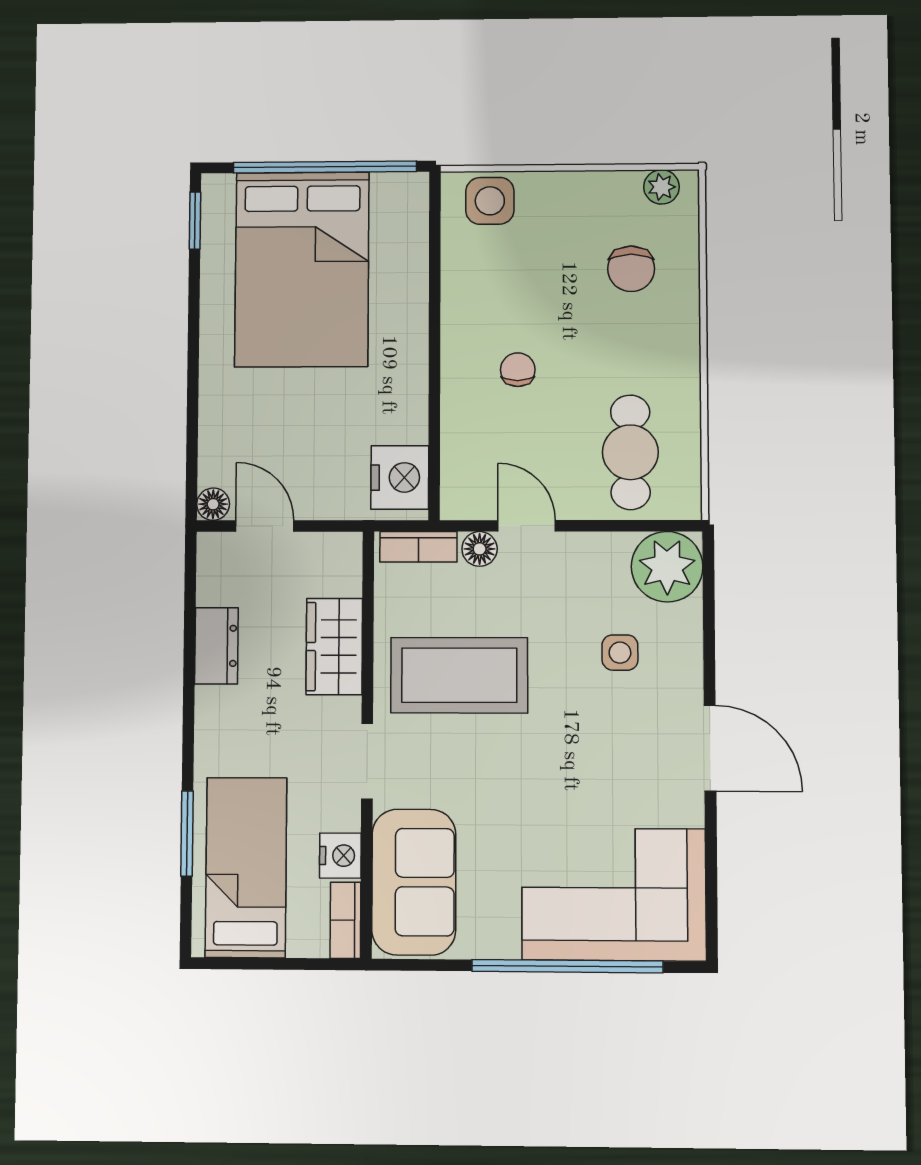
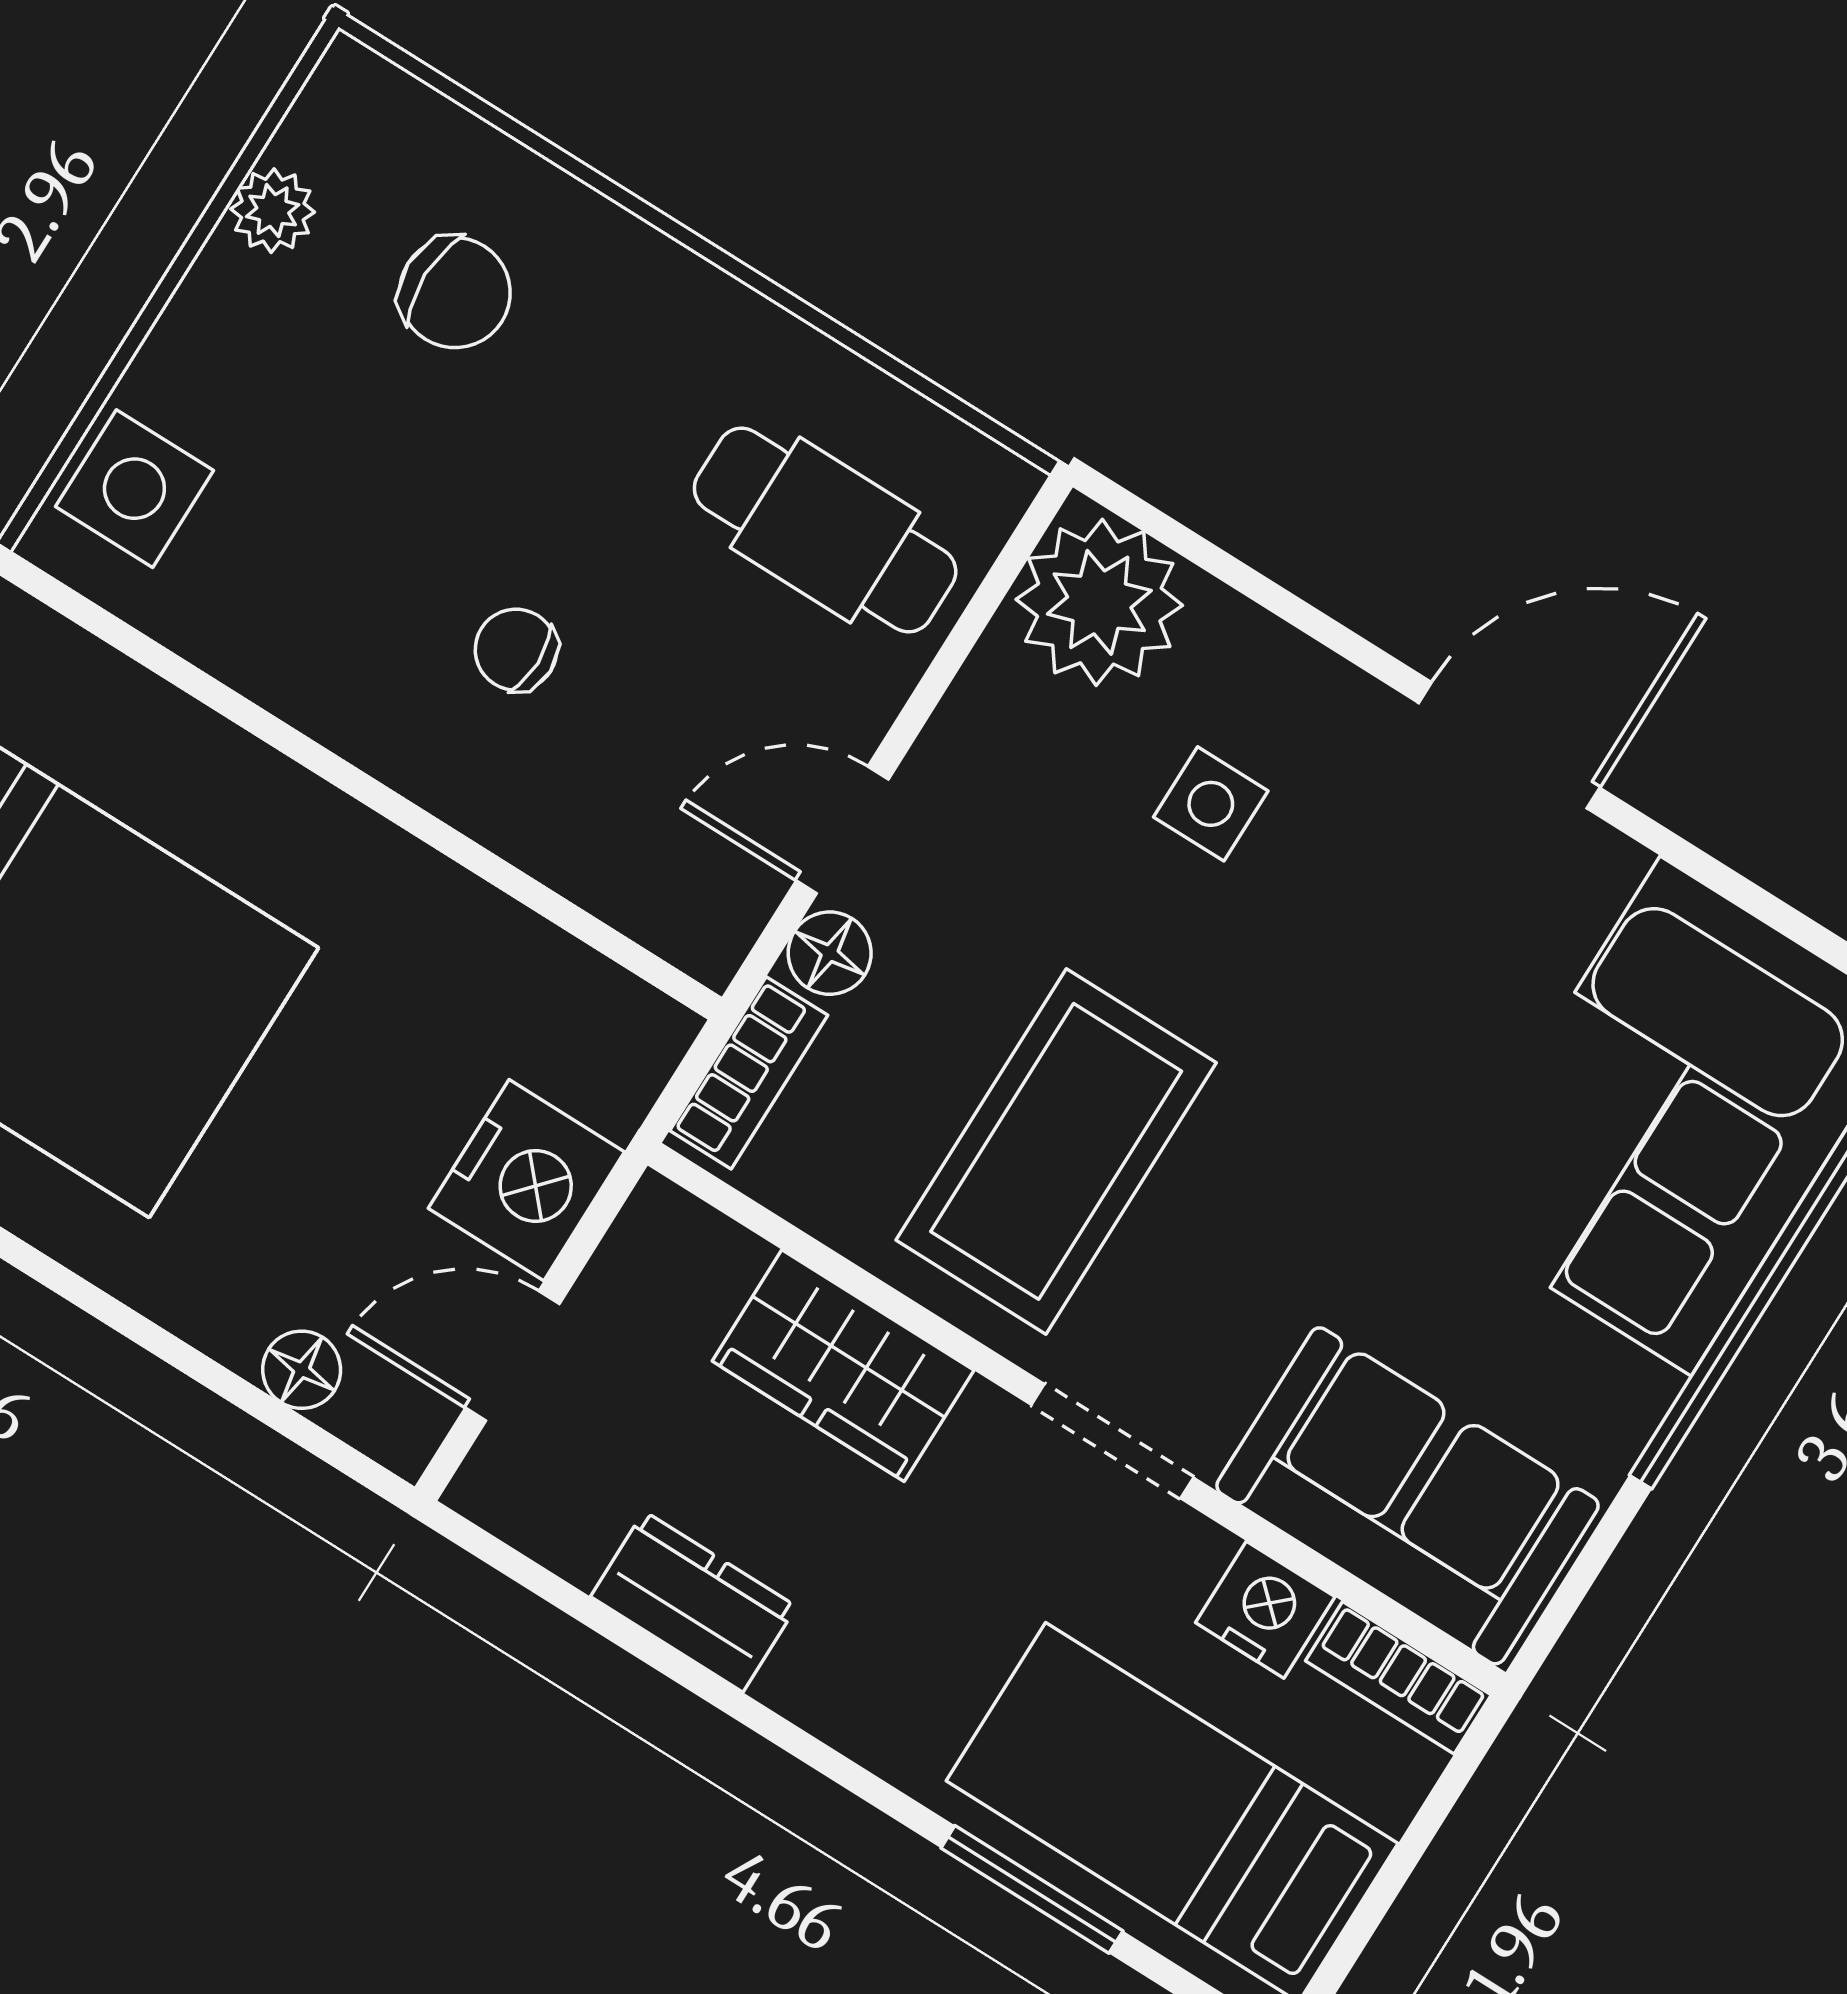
plant: (661, 187) -> (273, 211), moved
nightstand: (400, 477) -> (526, 1180), moved, turned 90
floor lamp: (213, 504) -> (302, 1370), moved

